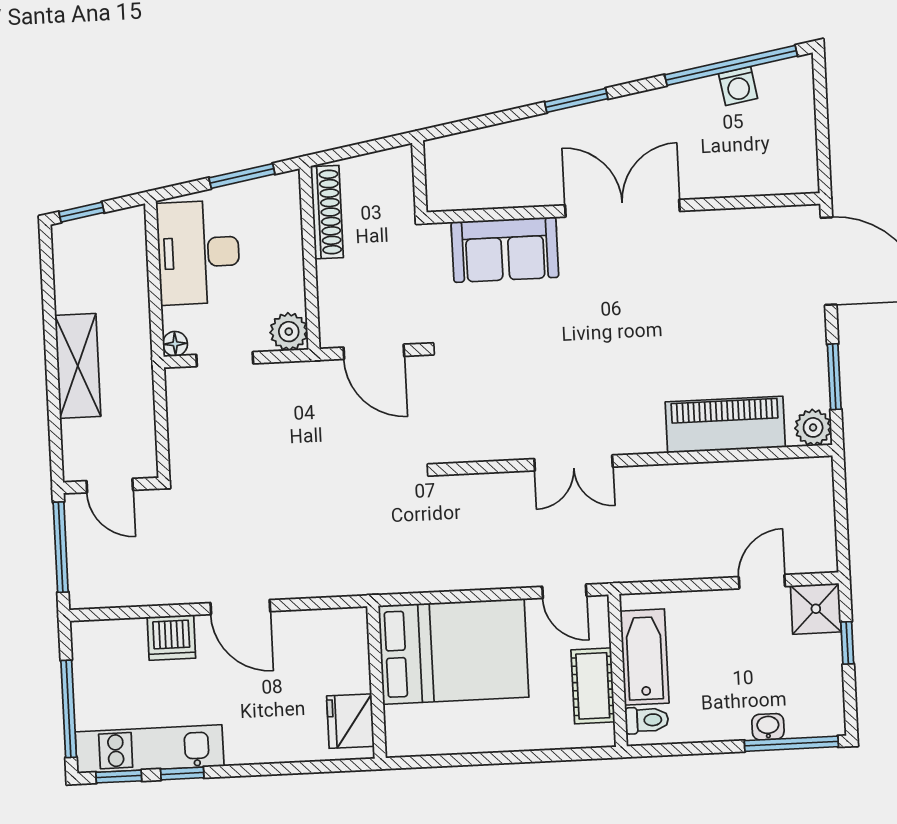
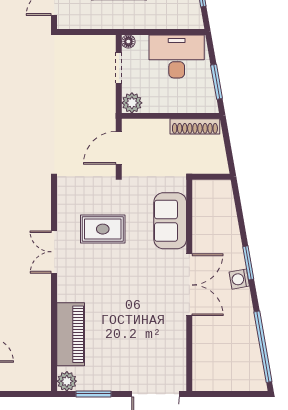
washing machine: (738, 86) -> (239, 279), moved
rug: (526, 374) -> (103, 229), added

